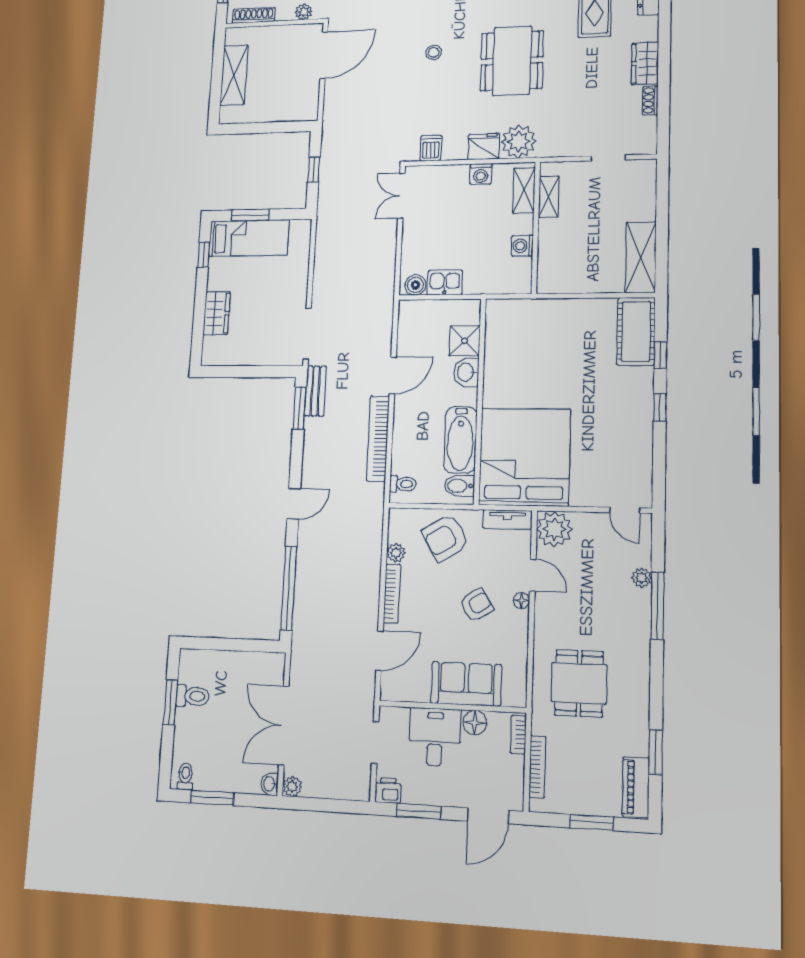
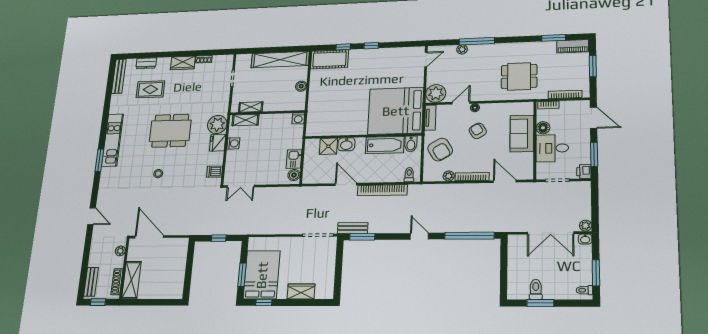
shelving: (234, 75) -> (131, 280), moved, turned 90
bed: (249, 238) -> (262, 275), width x1.50
washing machine: (522, 246) -> (298, 118), moved
shelving: (641, 257) -> (280, 60), width x1.47
boiler: (584, 284) -> (301, 86), added

